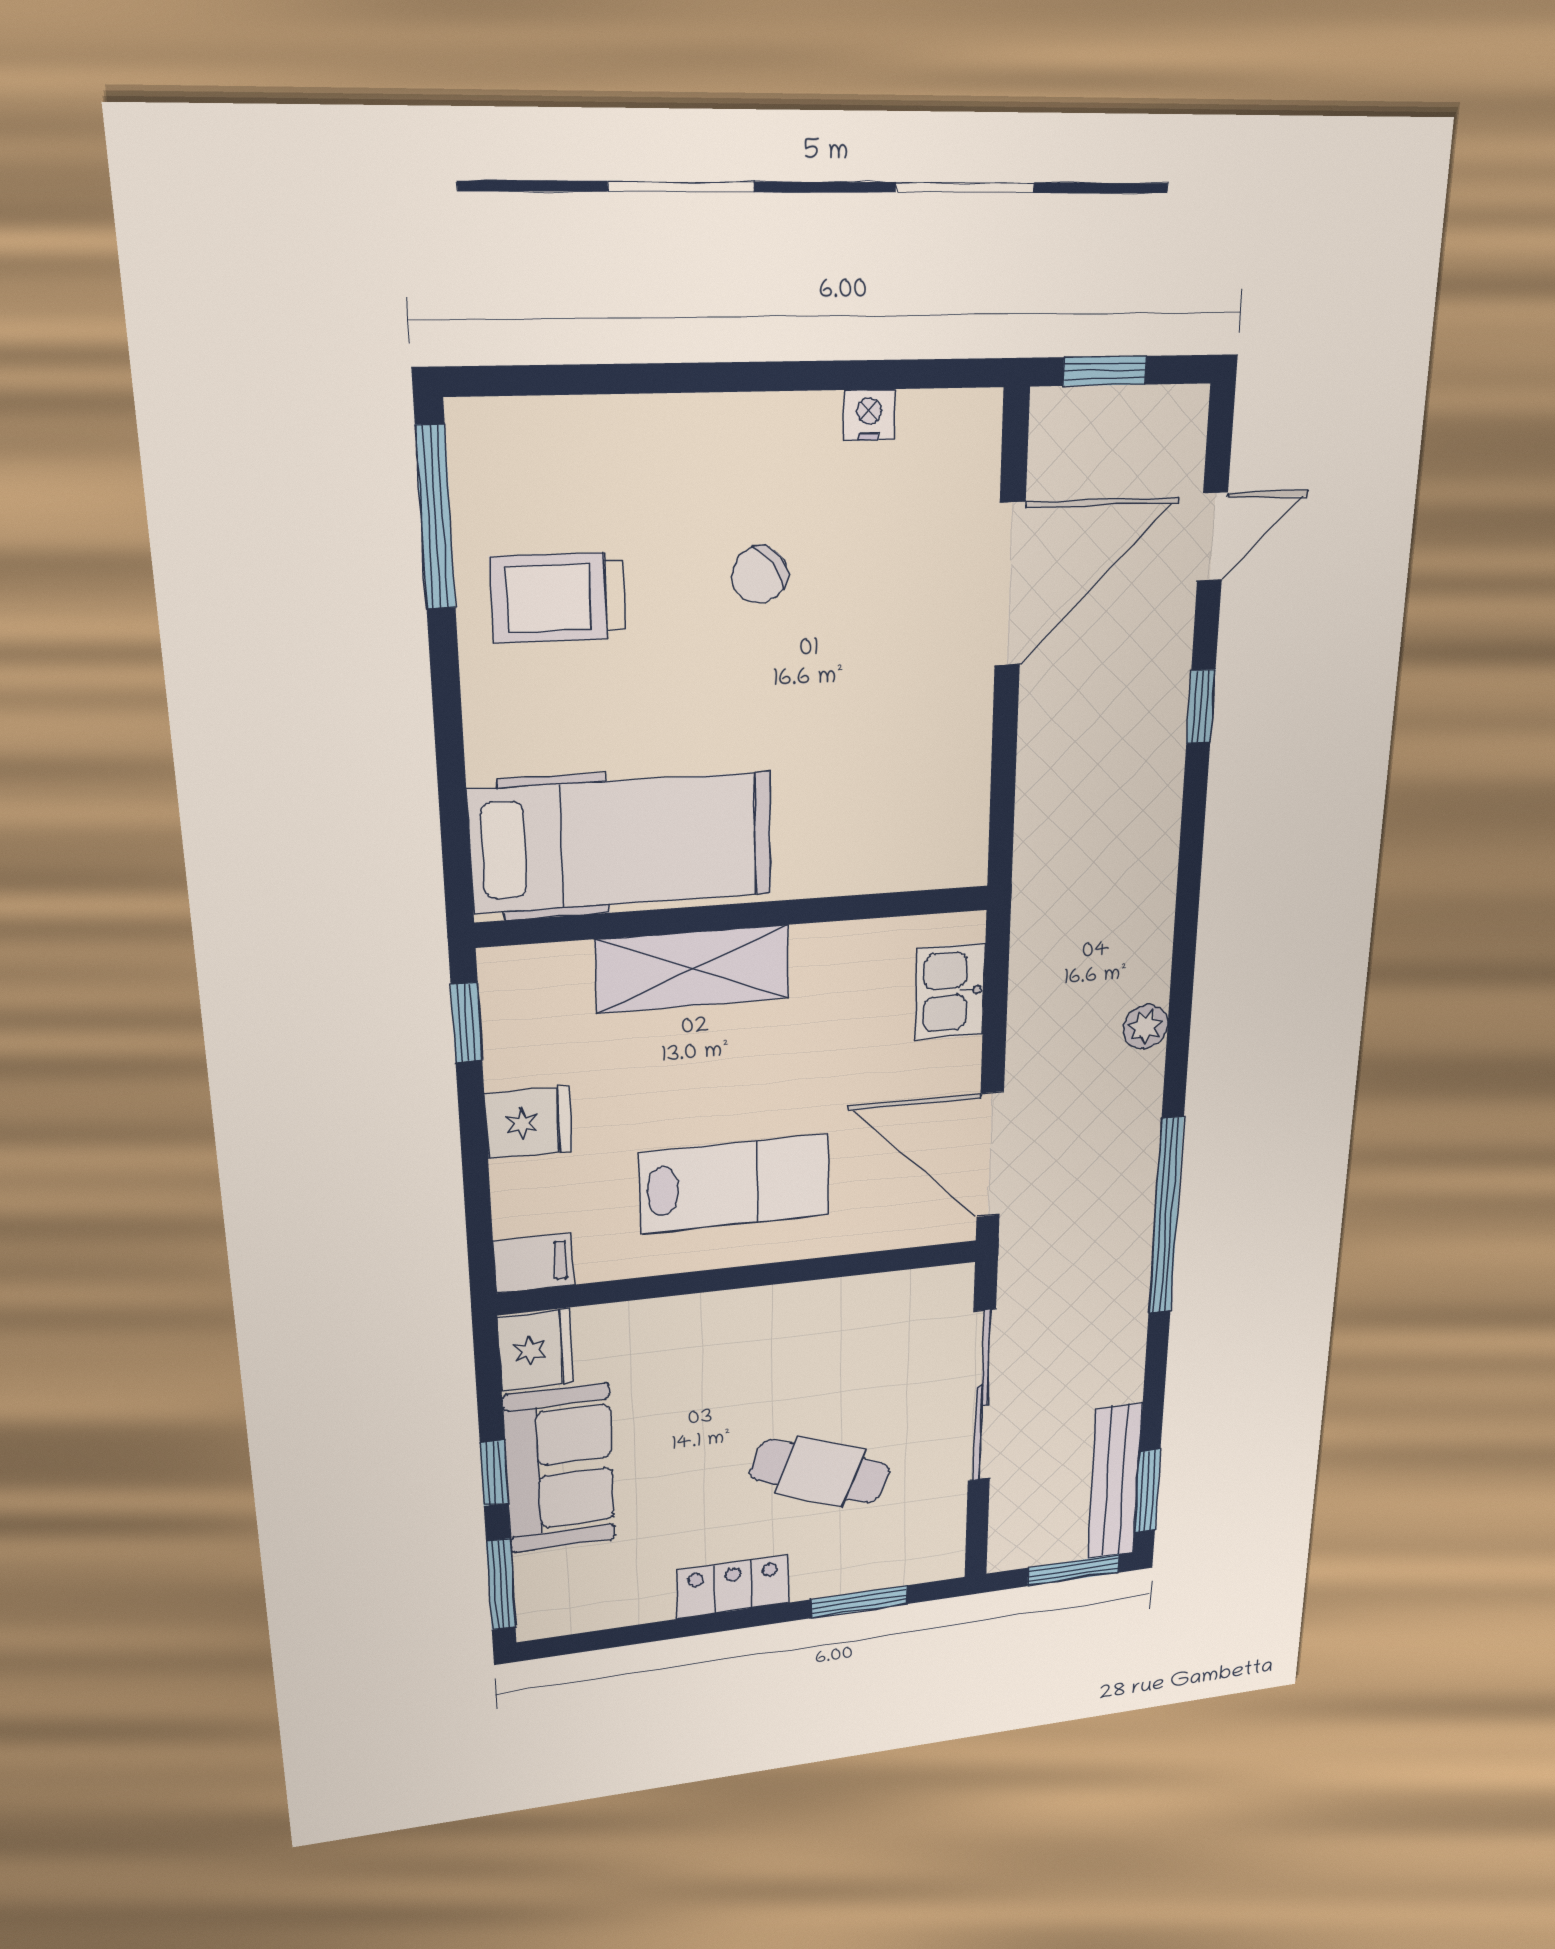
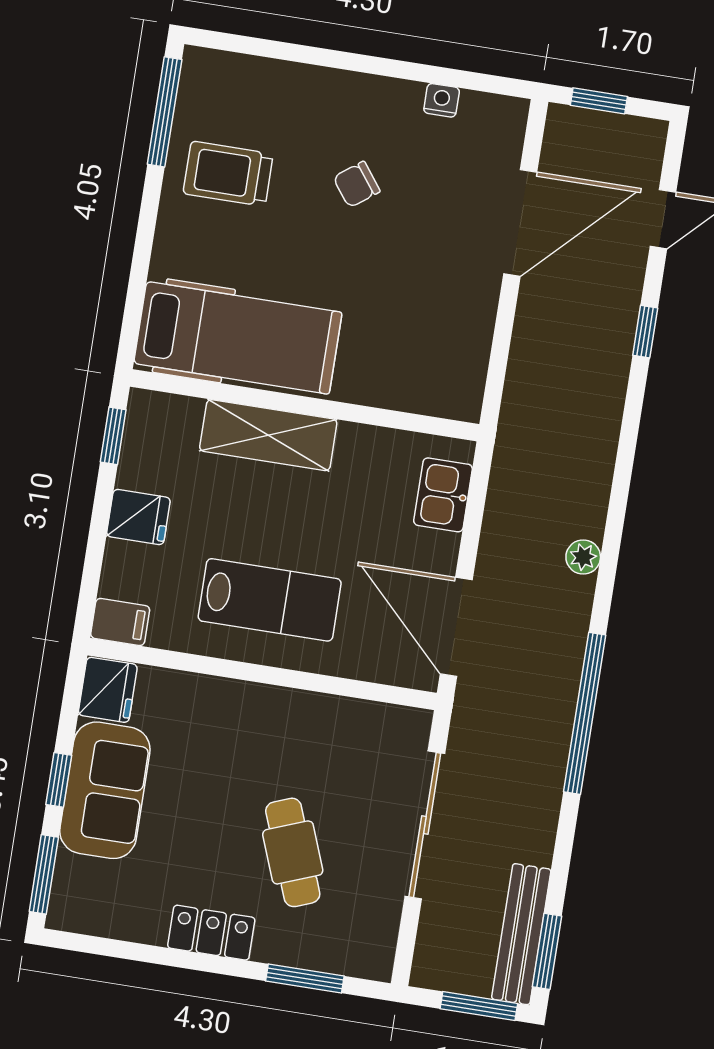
cafe table: (820, 1472) -> (293, 852), turned 48

